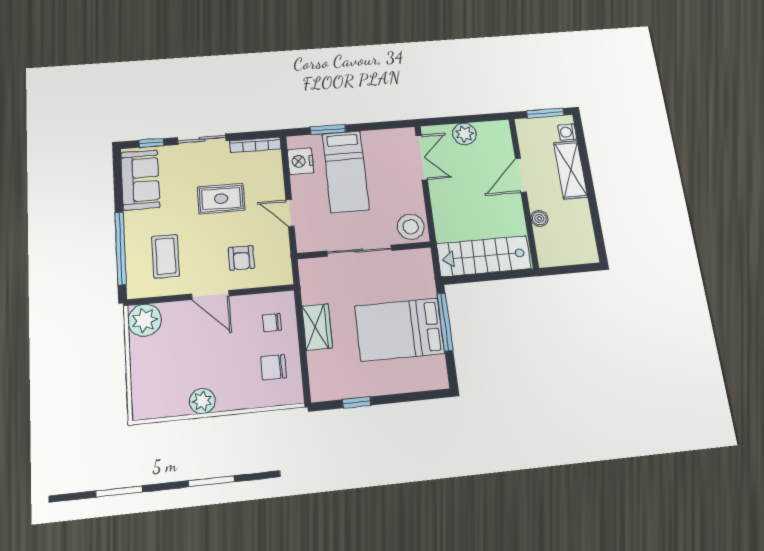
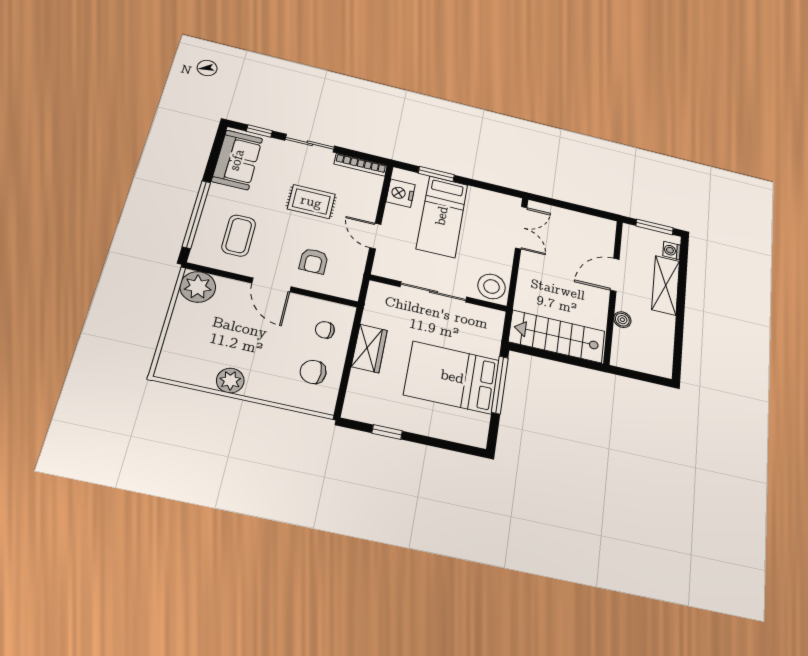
plant: (464, 134) -> (570, 220), removed

